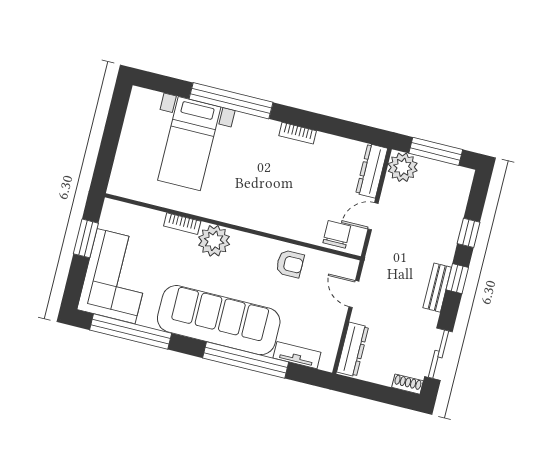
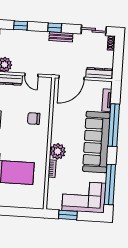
window: (469, 233) -> (21, 26), moved
chair: (337, 234) -> (34, 119), moved
armchair: (290, 264) -> (62, 112), removed
door: (354, 294) -> (71, 78), width x1.88

